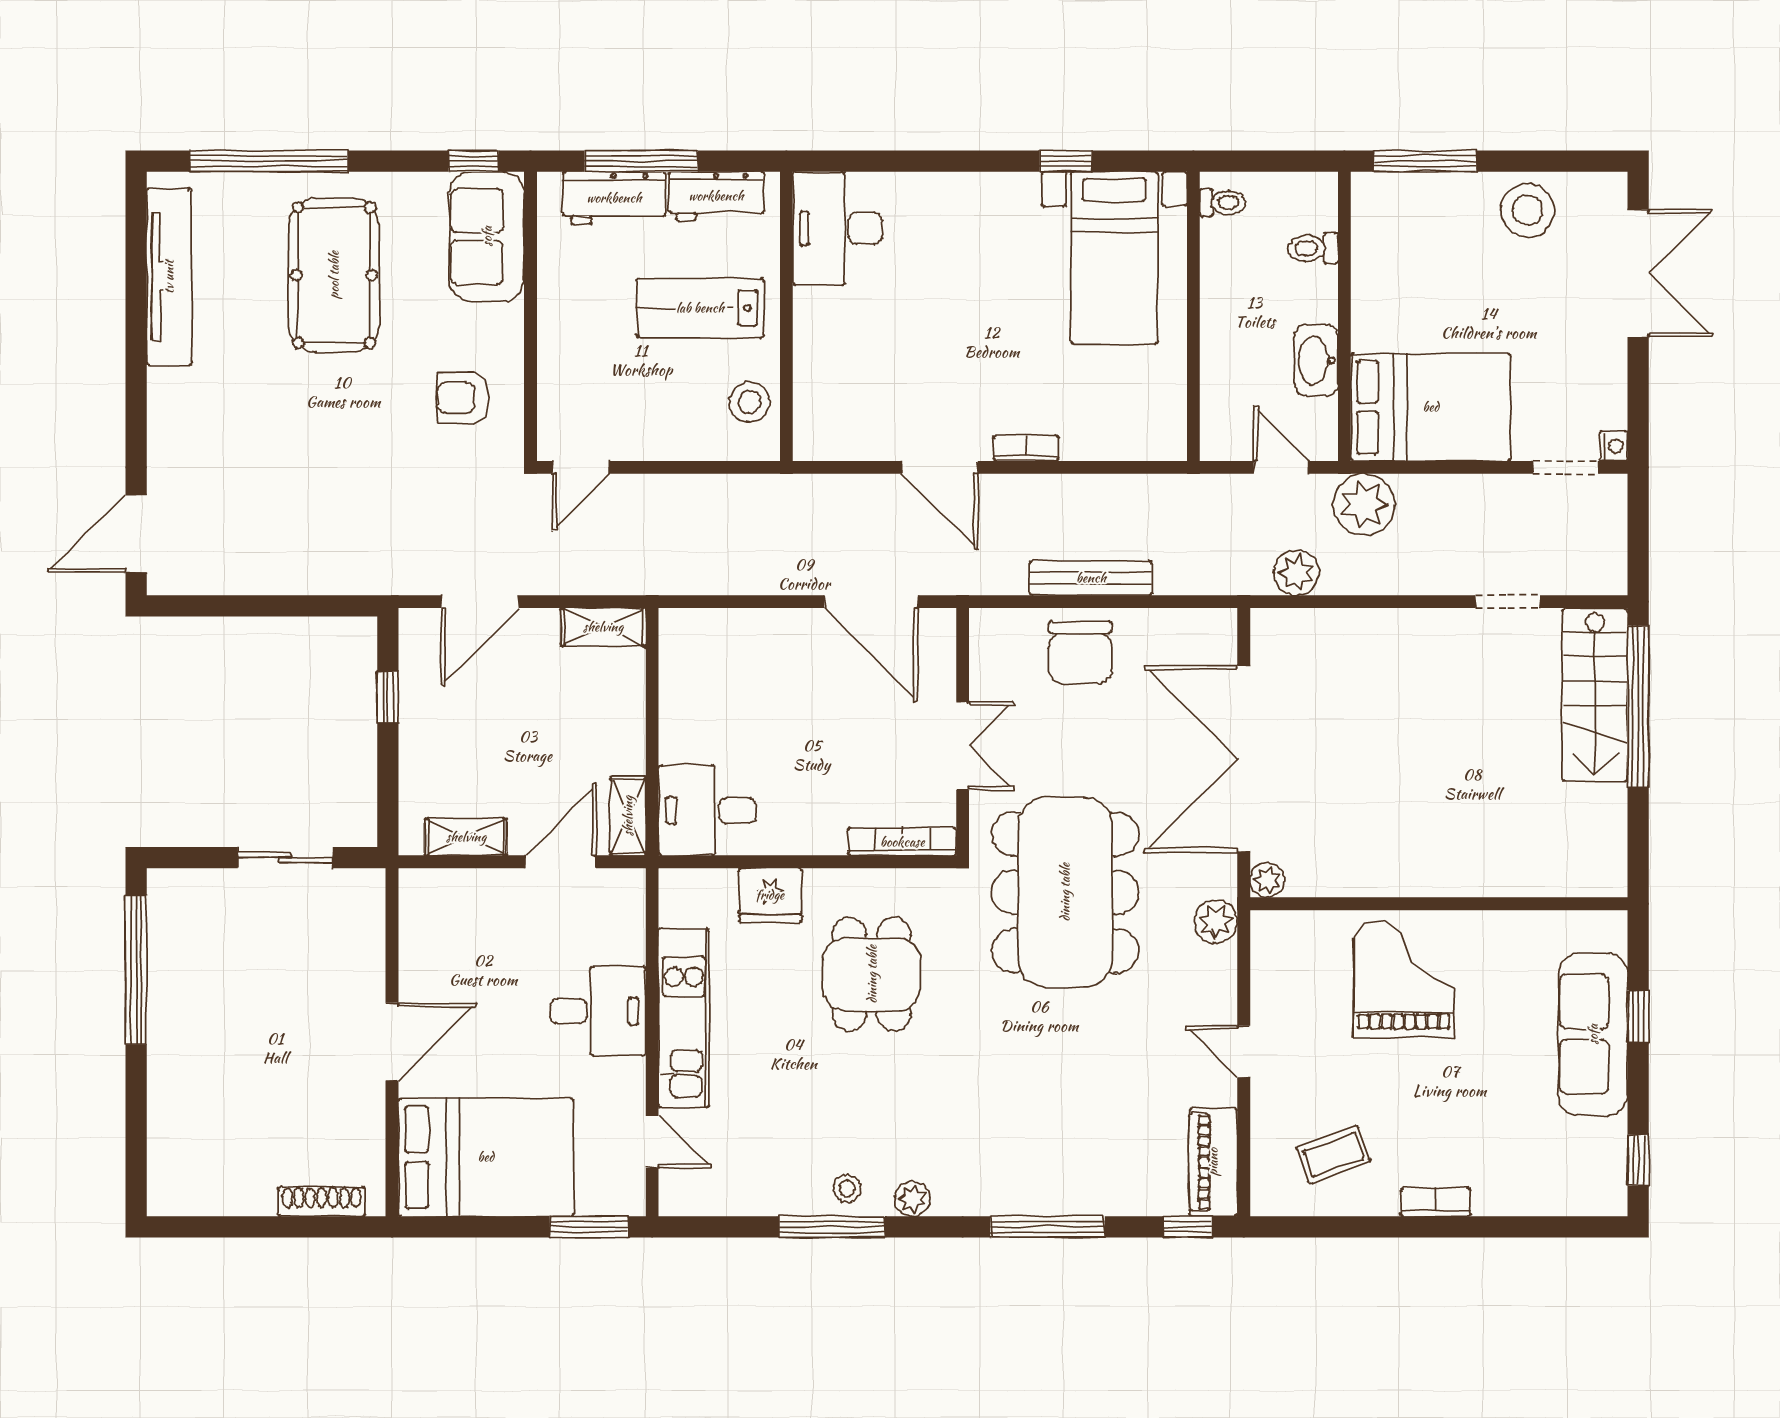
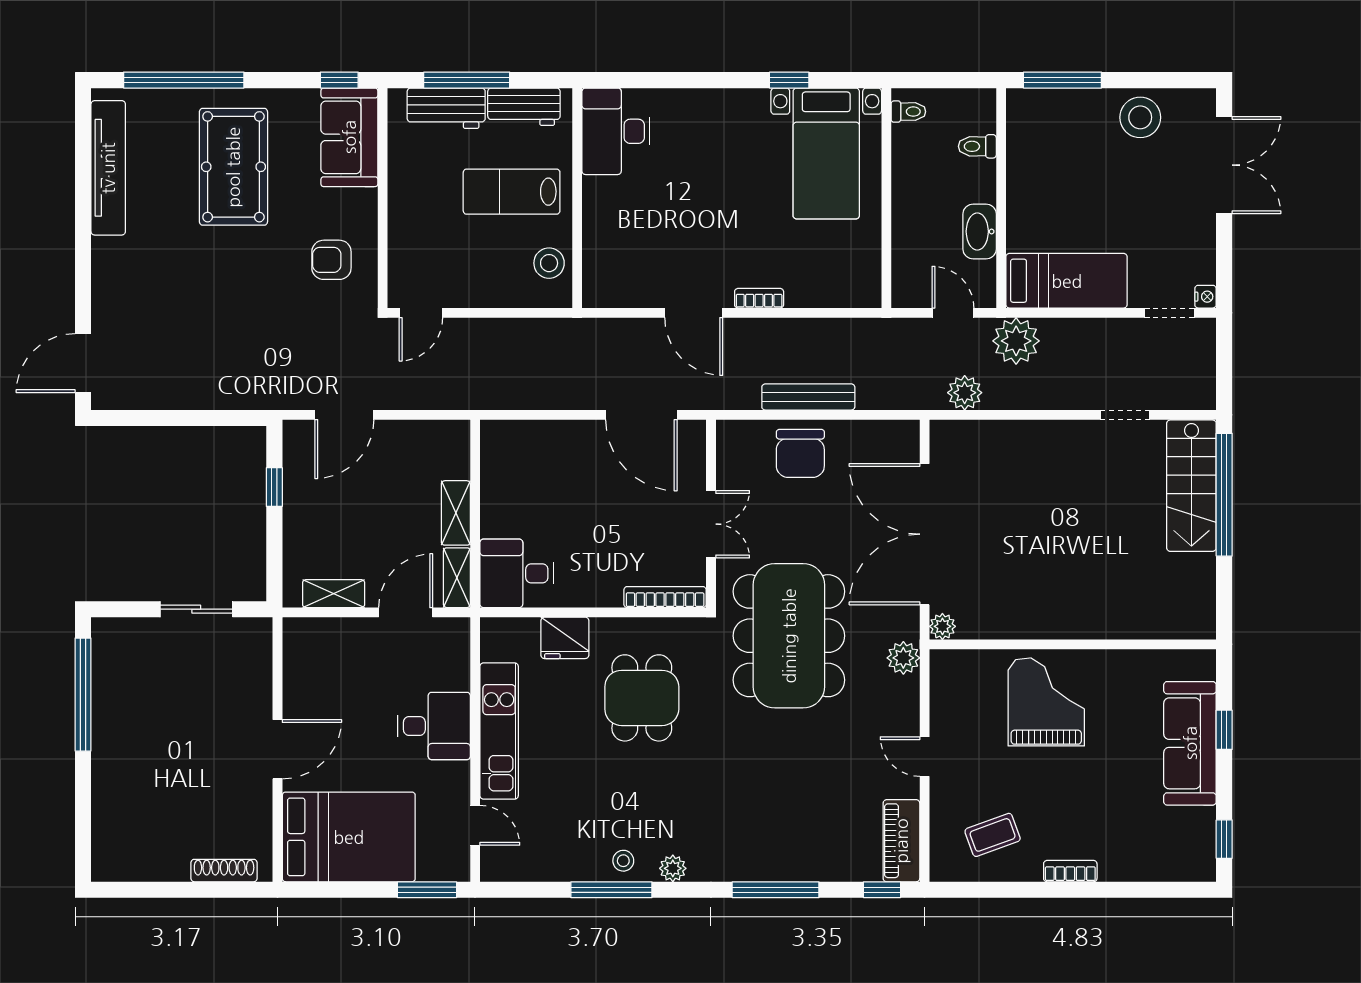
bed: (1431, 407) -> (1067, 281), width x0.67
shelving: (603, 627) -> (456, 513), moved, turned 90

